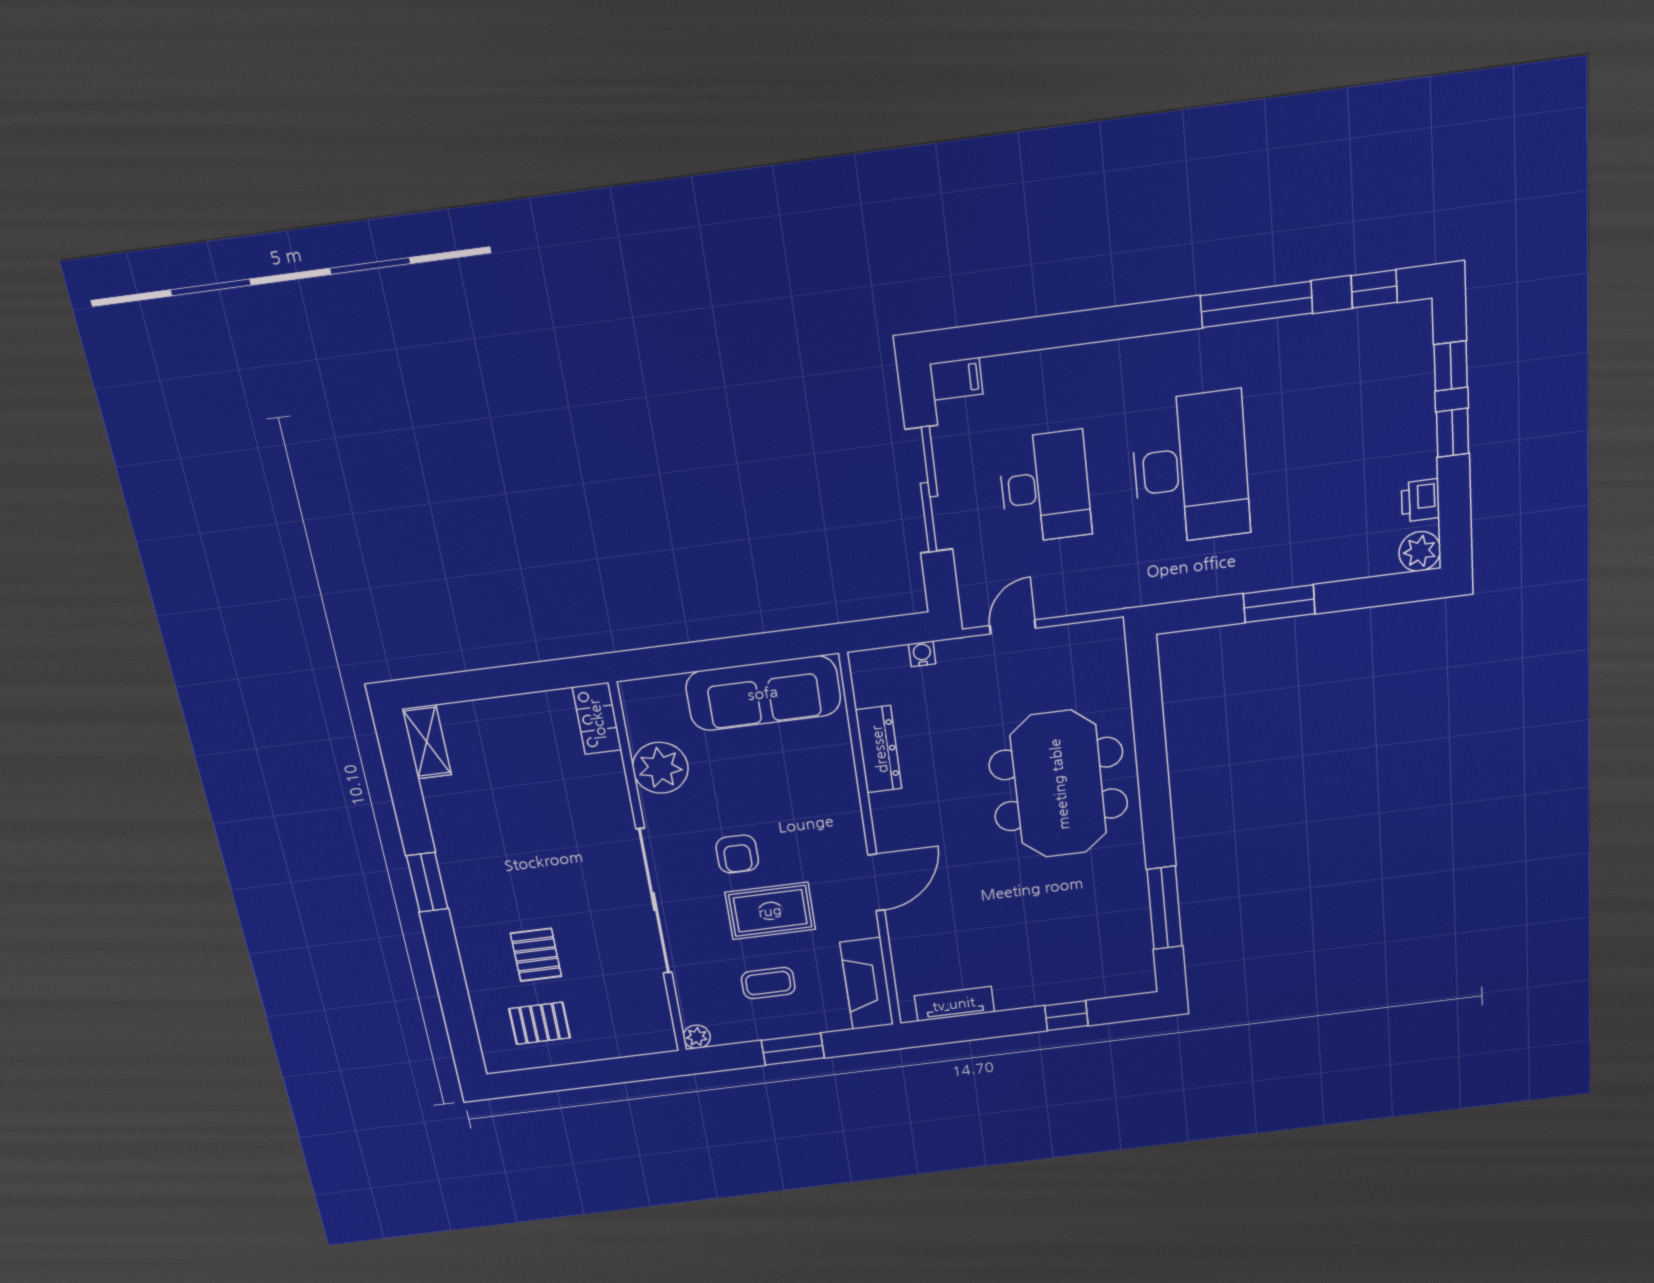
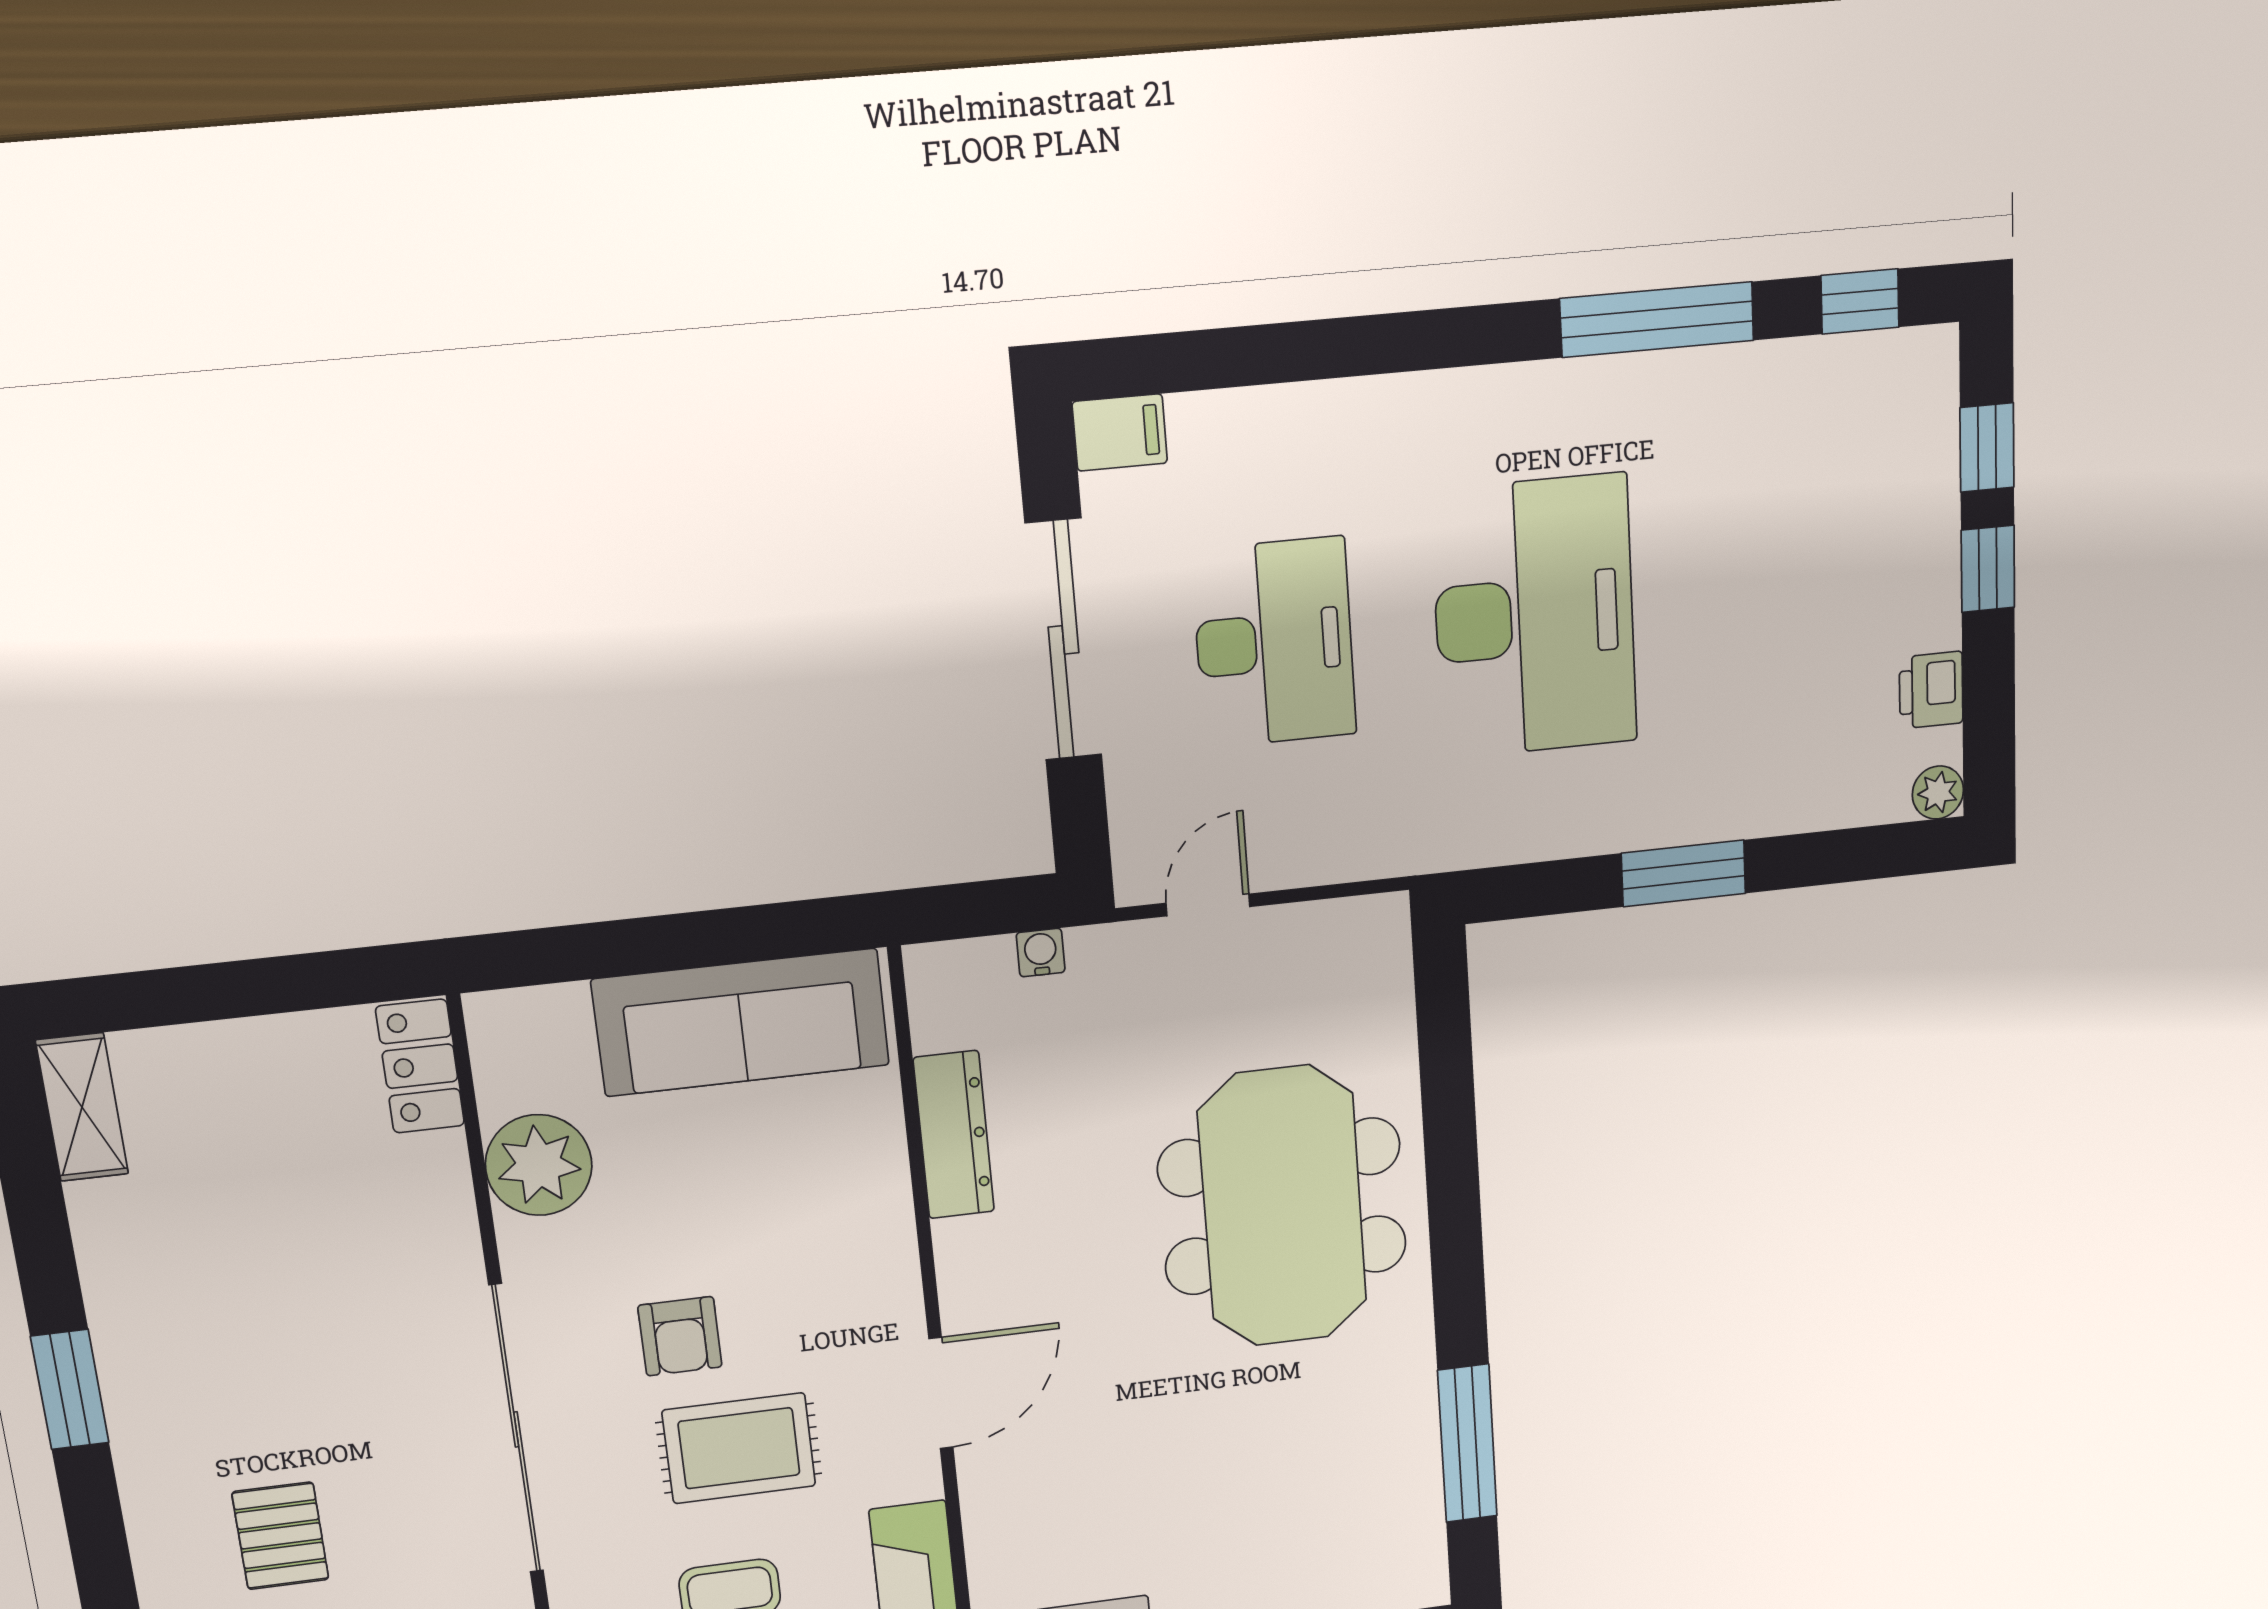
plant: (1420, 551) -> (1938, 792), width x0.73, depth x0.73

